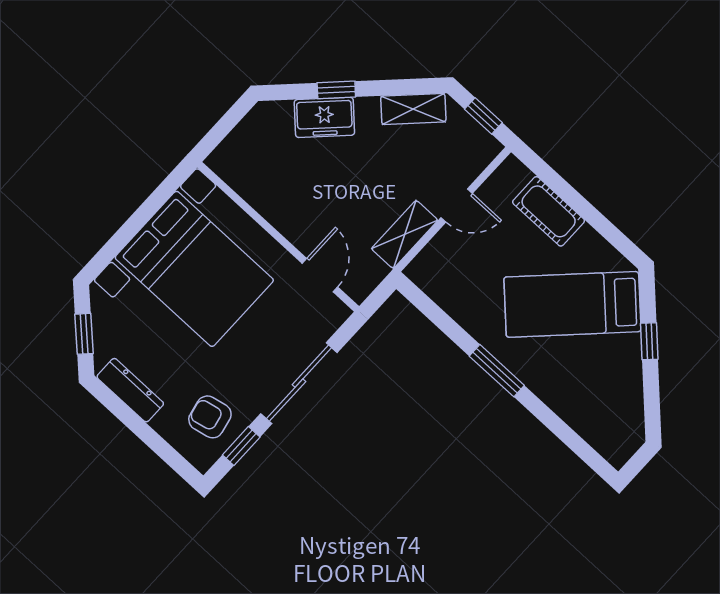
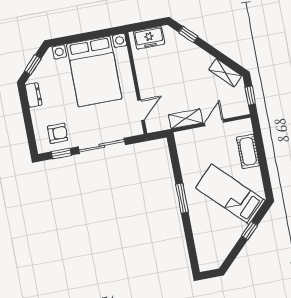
window: (336, 90) -> (188, 34), moved
freezer: (324, 117) -> (149, 38), moved, turned -45
door: (457, 206) -> (214, 123), swing flipped
dresser: (130, 390) -> (34, 95), width x0.70
armchair: (210, 417) -> (58, 133), turned 102

